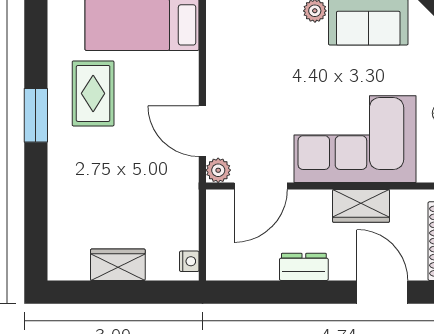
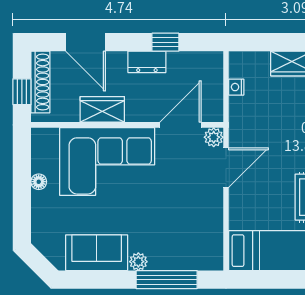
door: (202, 131) -> (226, 168), hinge flipped
nightstand: (189, 261) -> (236, 87), moved
window: (280, 292) -> (165, 42), added

